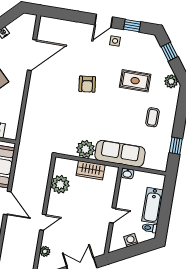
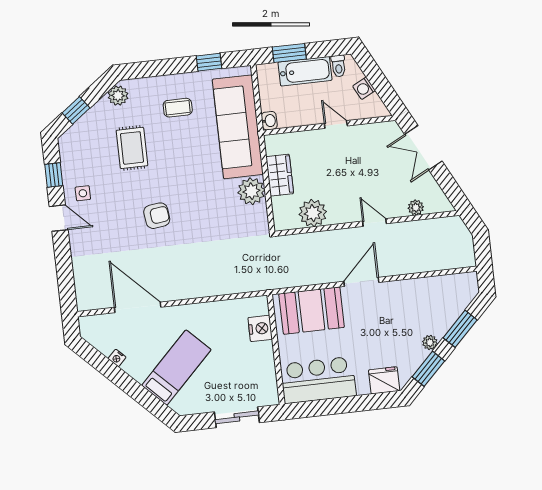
sofa: (120, 154) -> (238, 127), width x1.36, depth x1.27
window: (167, 199) -> (289, 53), added

